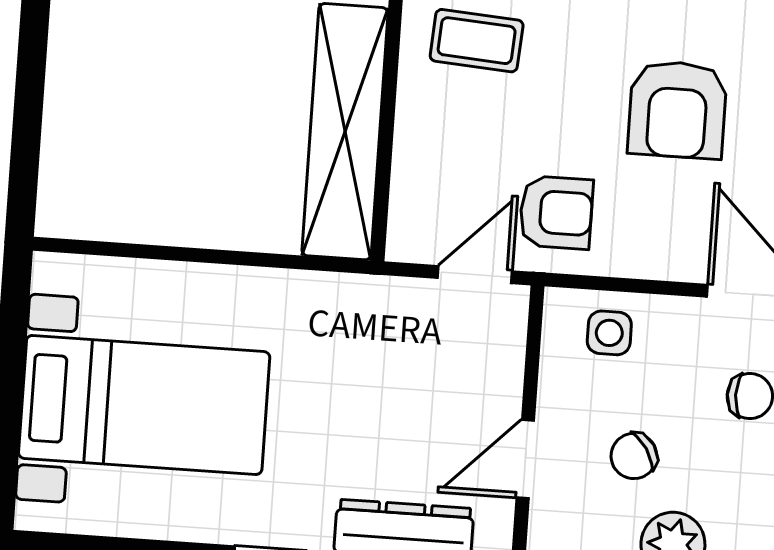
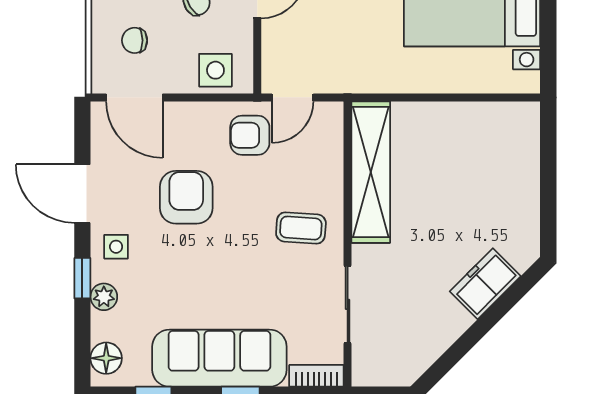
side table: (609, 333) -> (215, 70), width x1.37, depth x1.37

